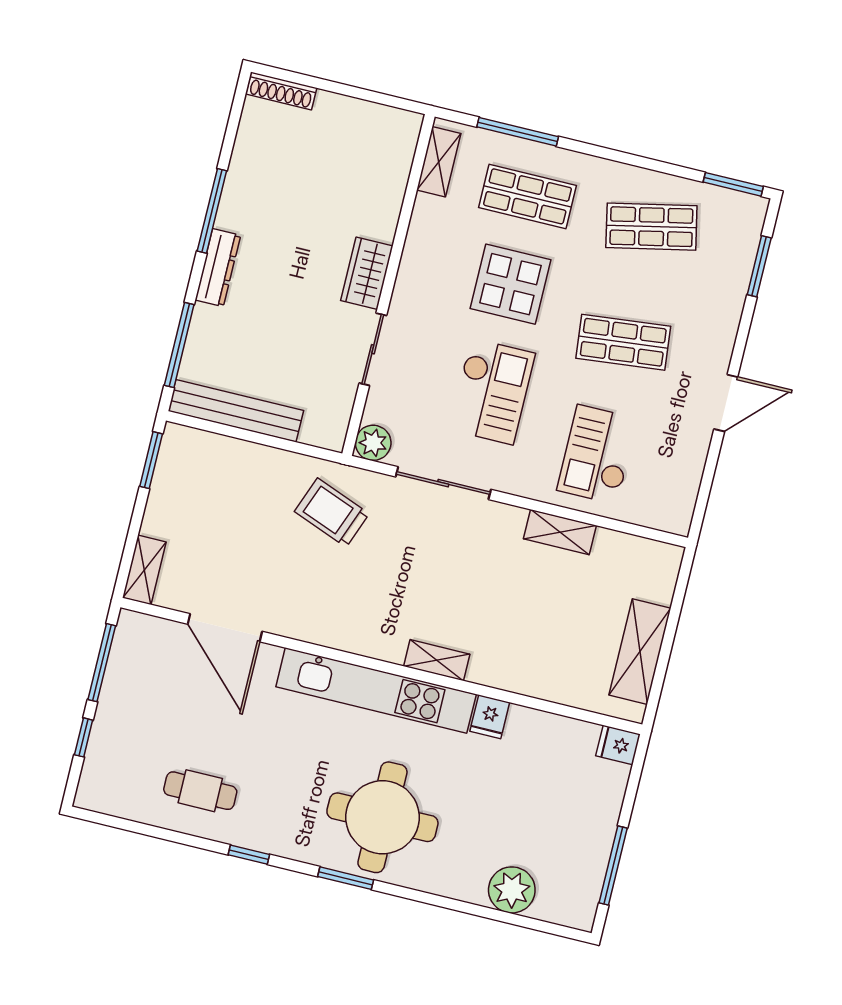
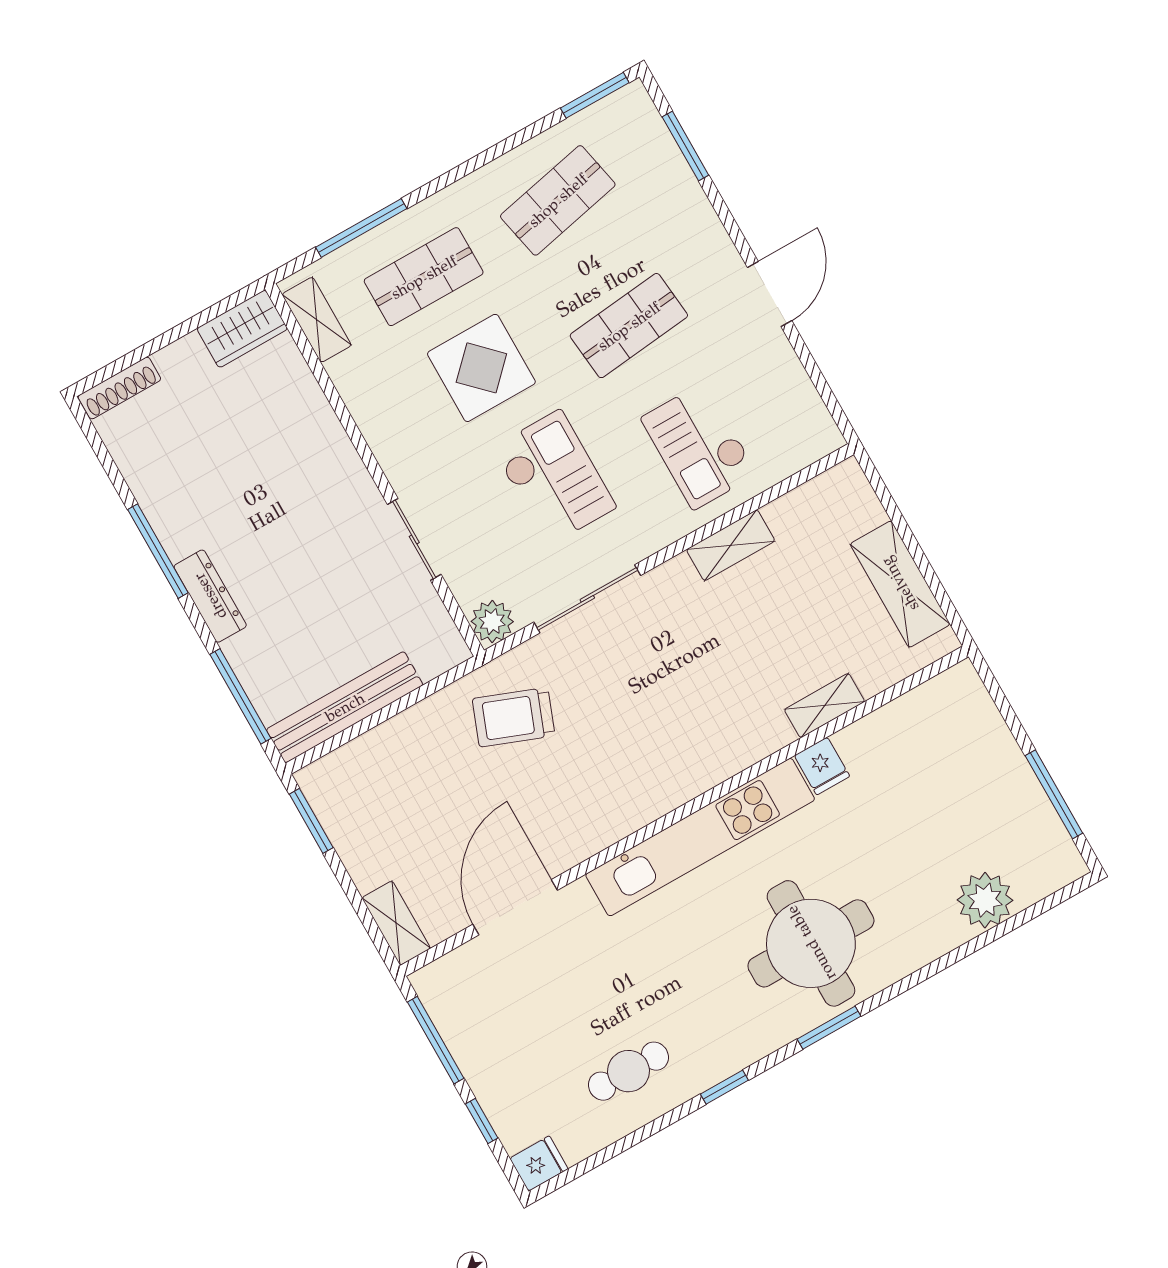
wardrobe: (367, 273) -> (242, 329), moved, turned -90
door: (225, 628) -> (515, 907), swing flipped
shelving: (437, 660) -> (825, 706), moved
fridge: (618, 745) -> (539, 1164), moved, turned 180

